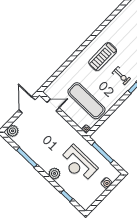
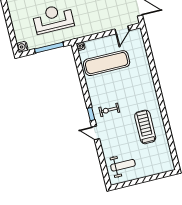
treadmill: (103, 57) -> (145, 127), moved
water cooler: (106, 183) -> (22, 47), moved

